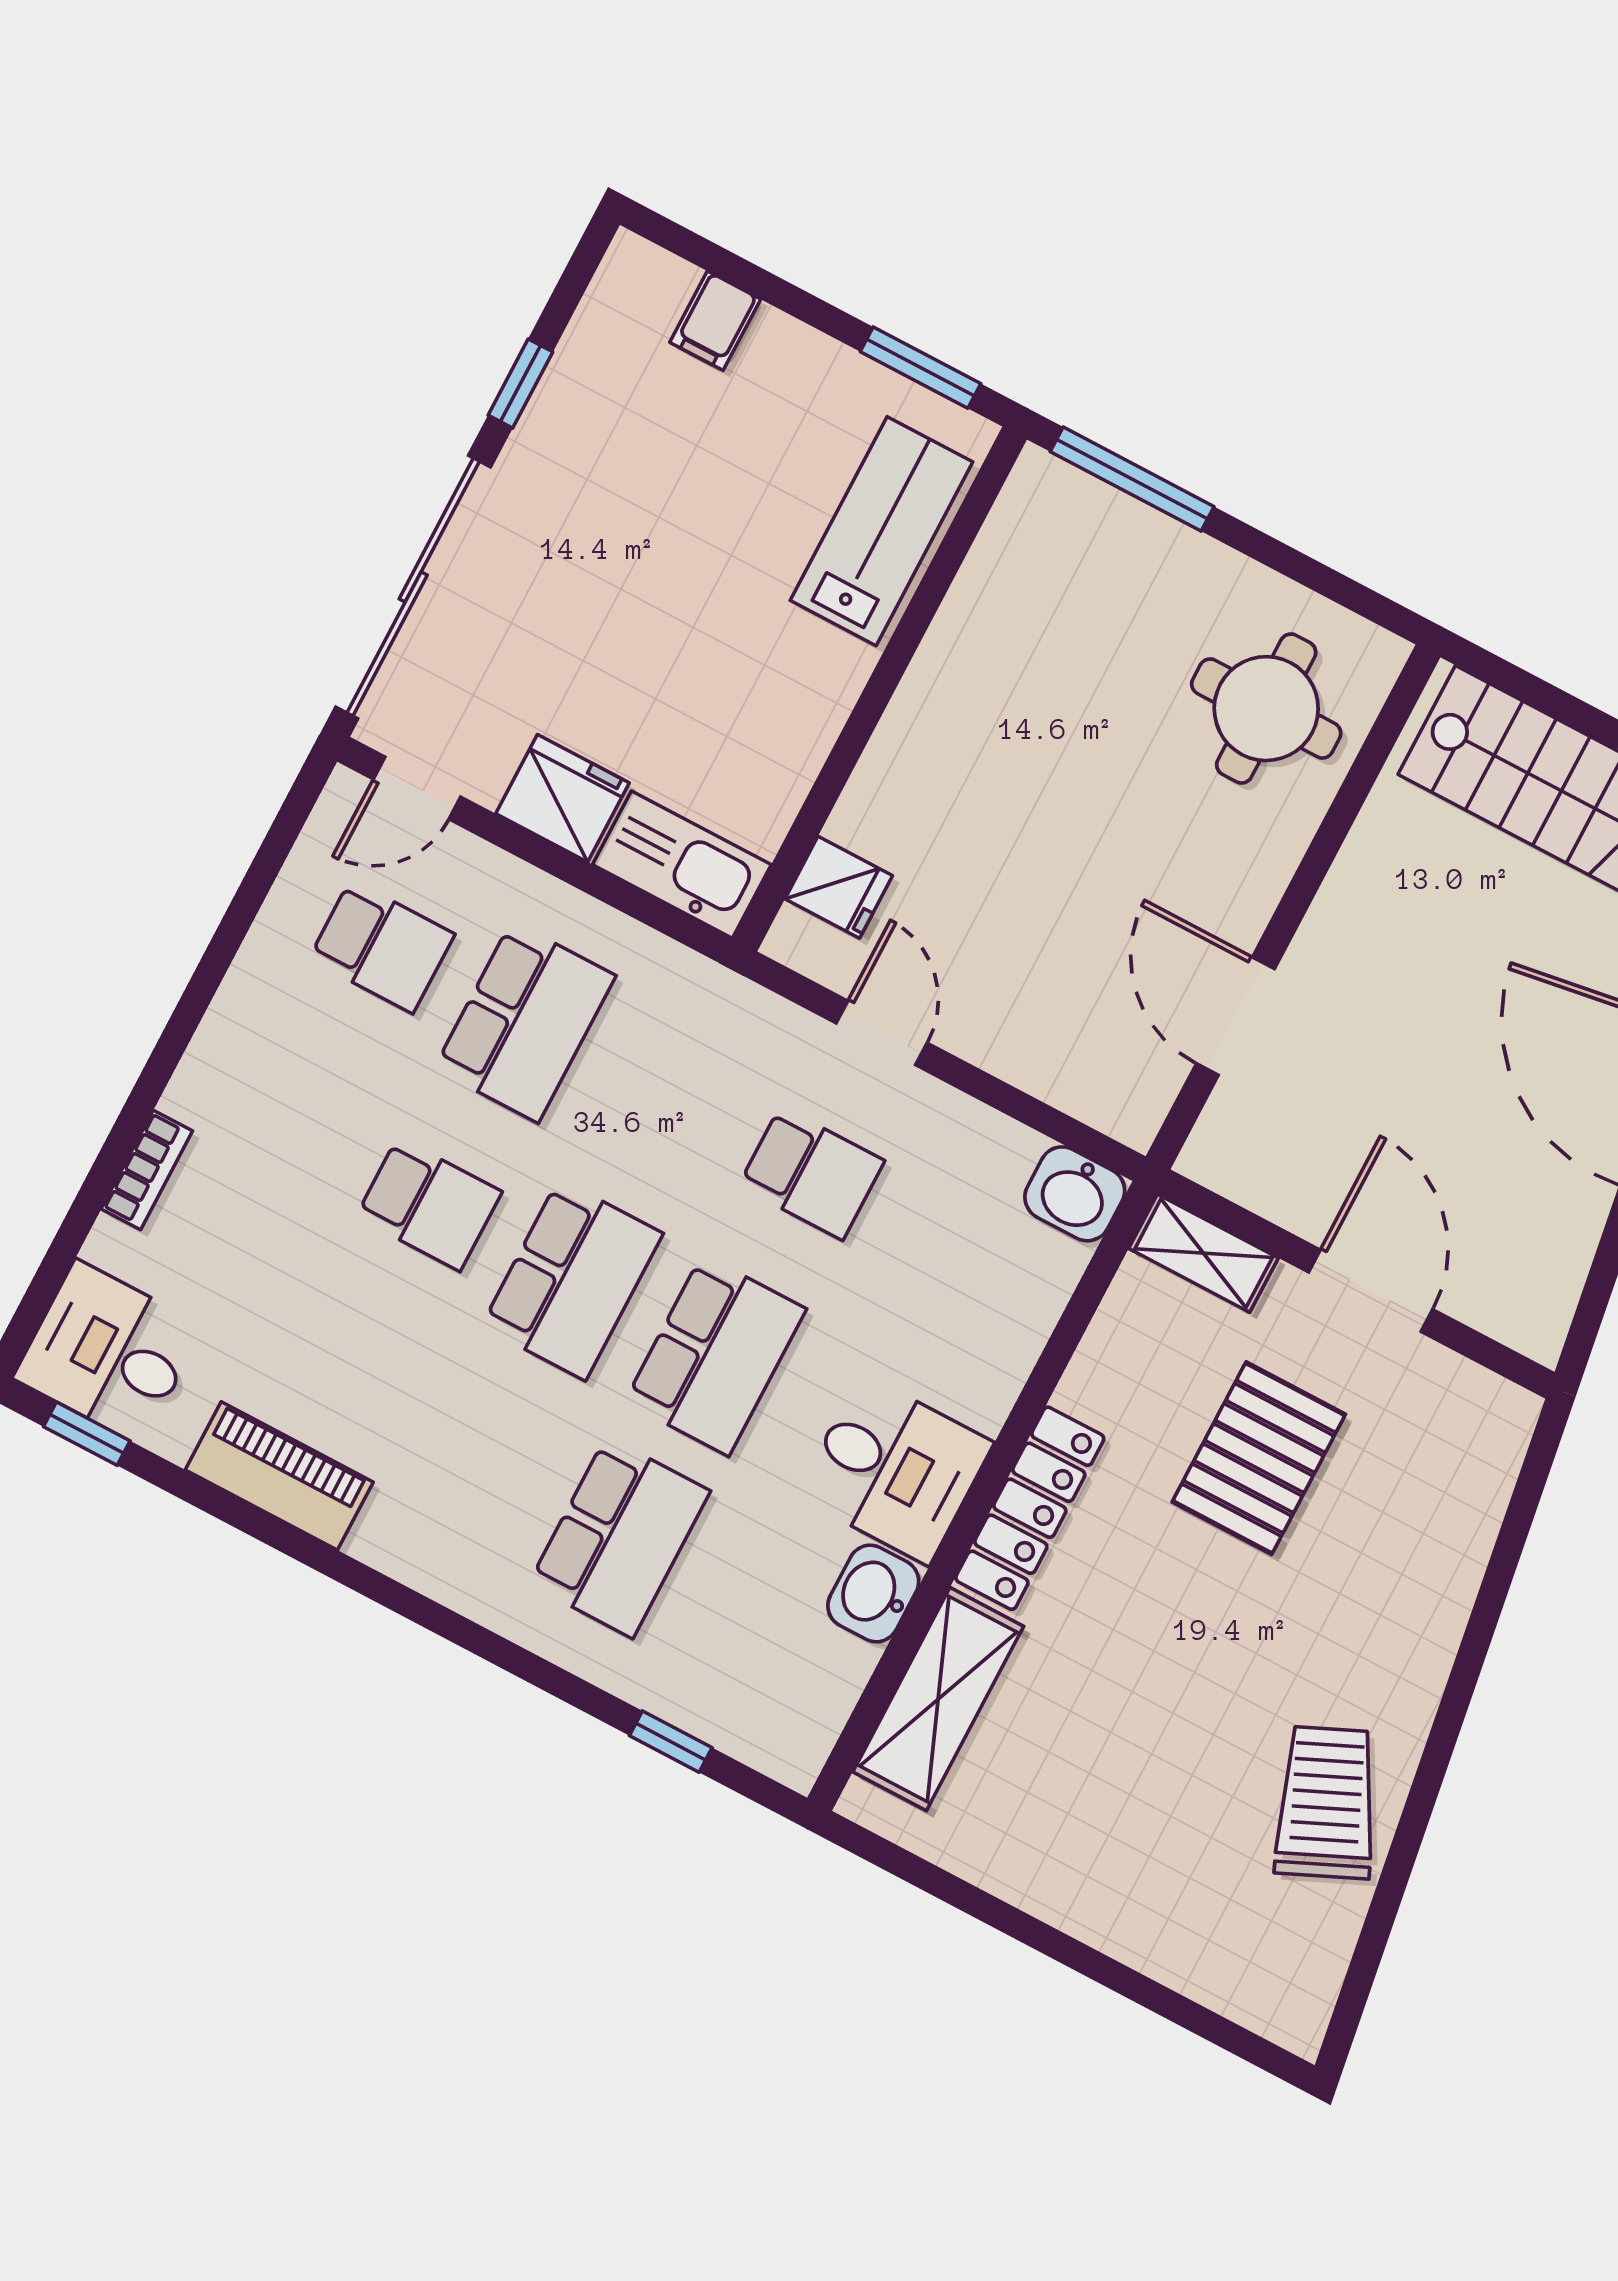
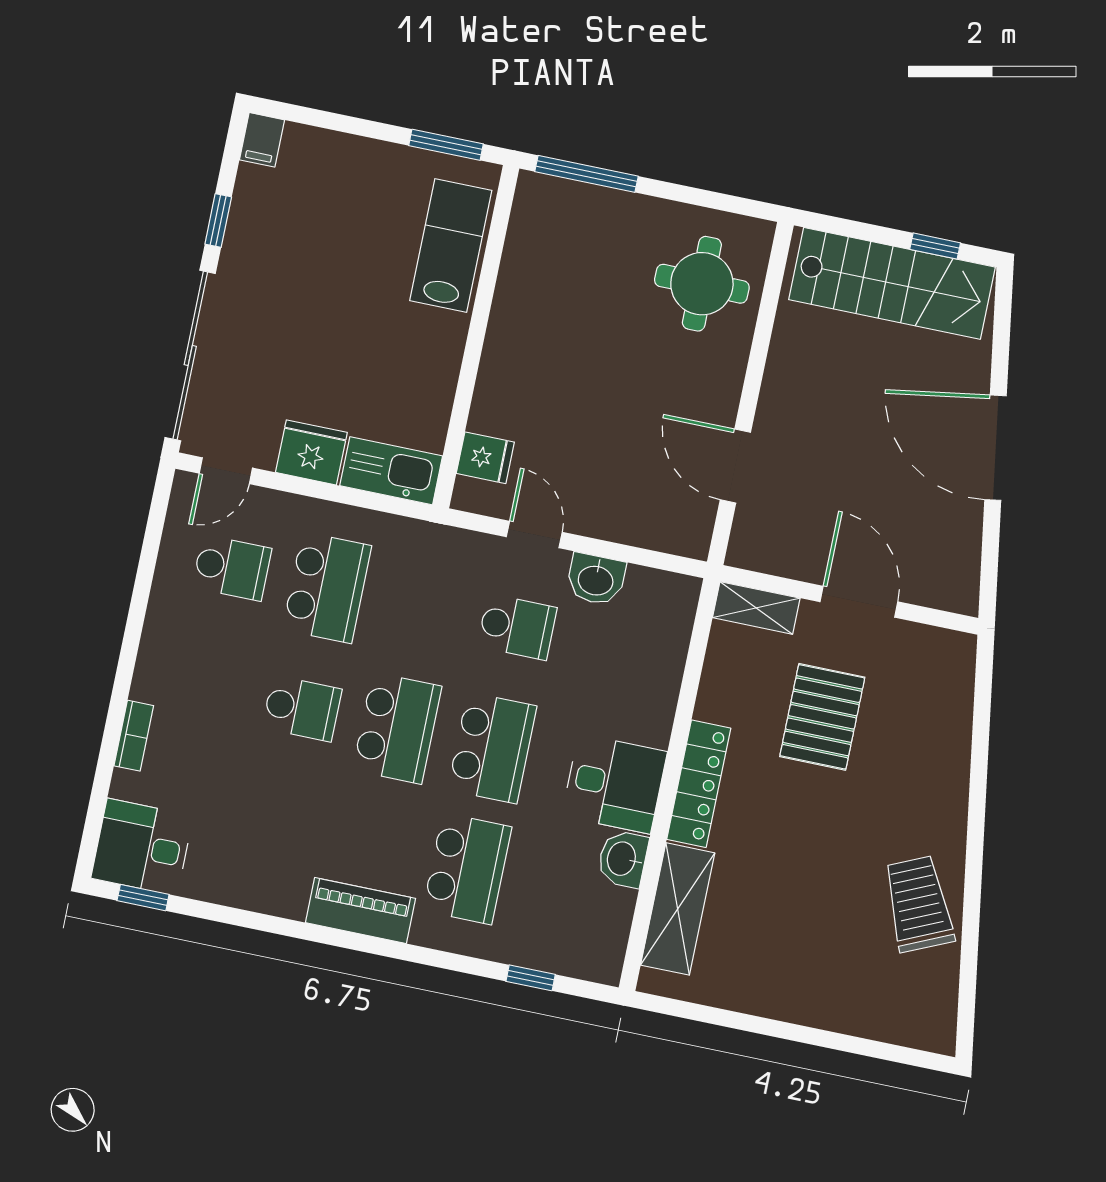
filing cabinet: (715, 321) -> (262, 140), moved
washbasin: (1075, 1194) -> (596, 579), moved
piano: (279, 1476) -> (360, 911), moved

